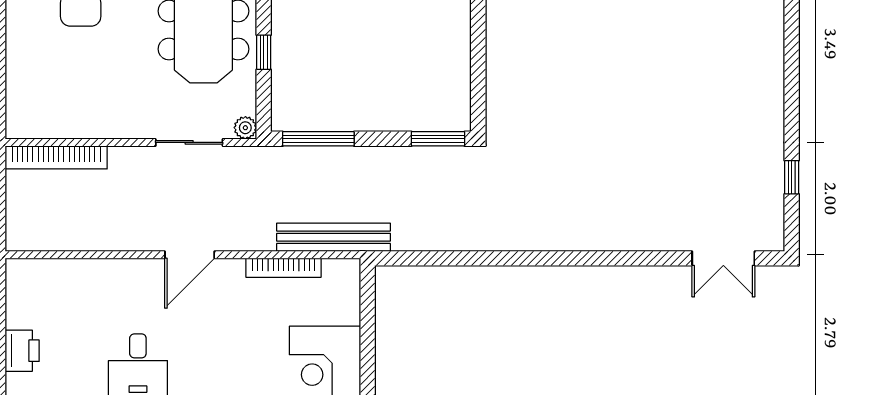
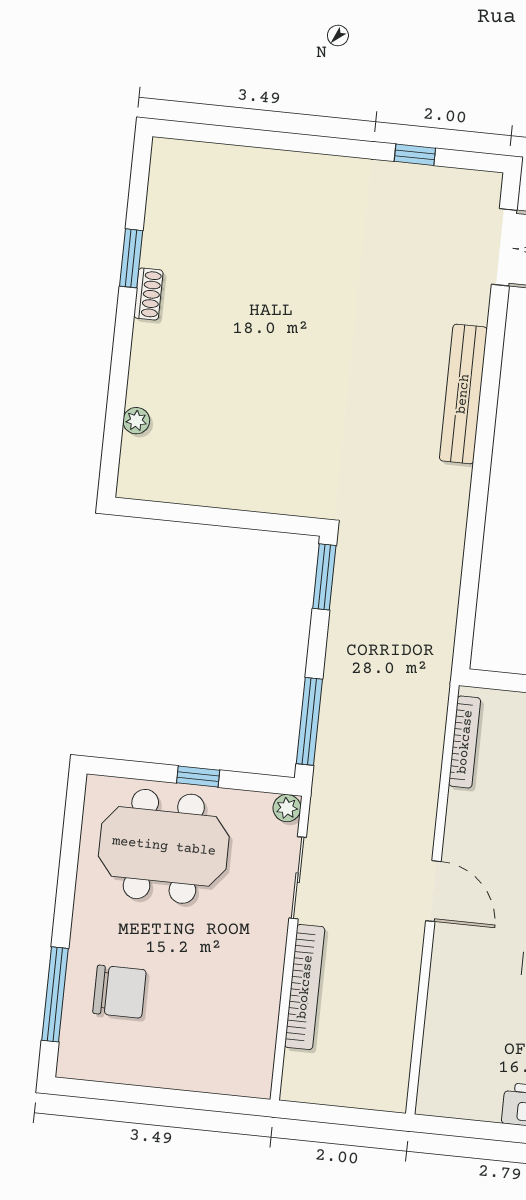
bookcase: (56, 157) -> (305, 987), moved
bench: (334, 237) -> (463, 394), moved
bookcase: (284, 268) -> (465, 742), moved

